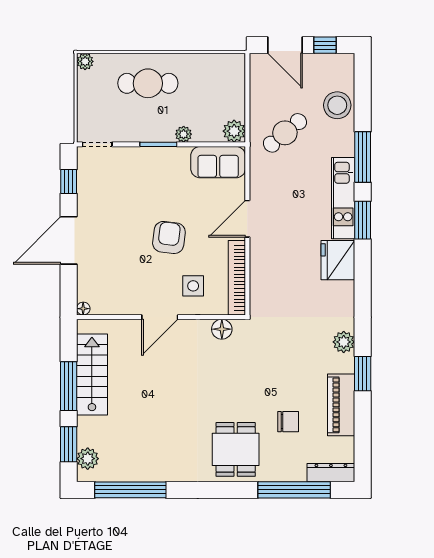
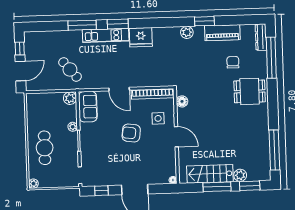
stool: (337, 105) -> (53, 40), removed
plant: (88, 459) -> (240, 175), moved

